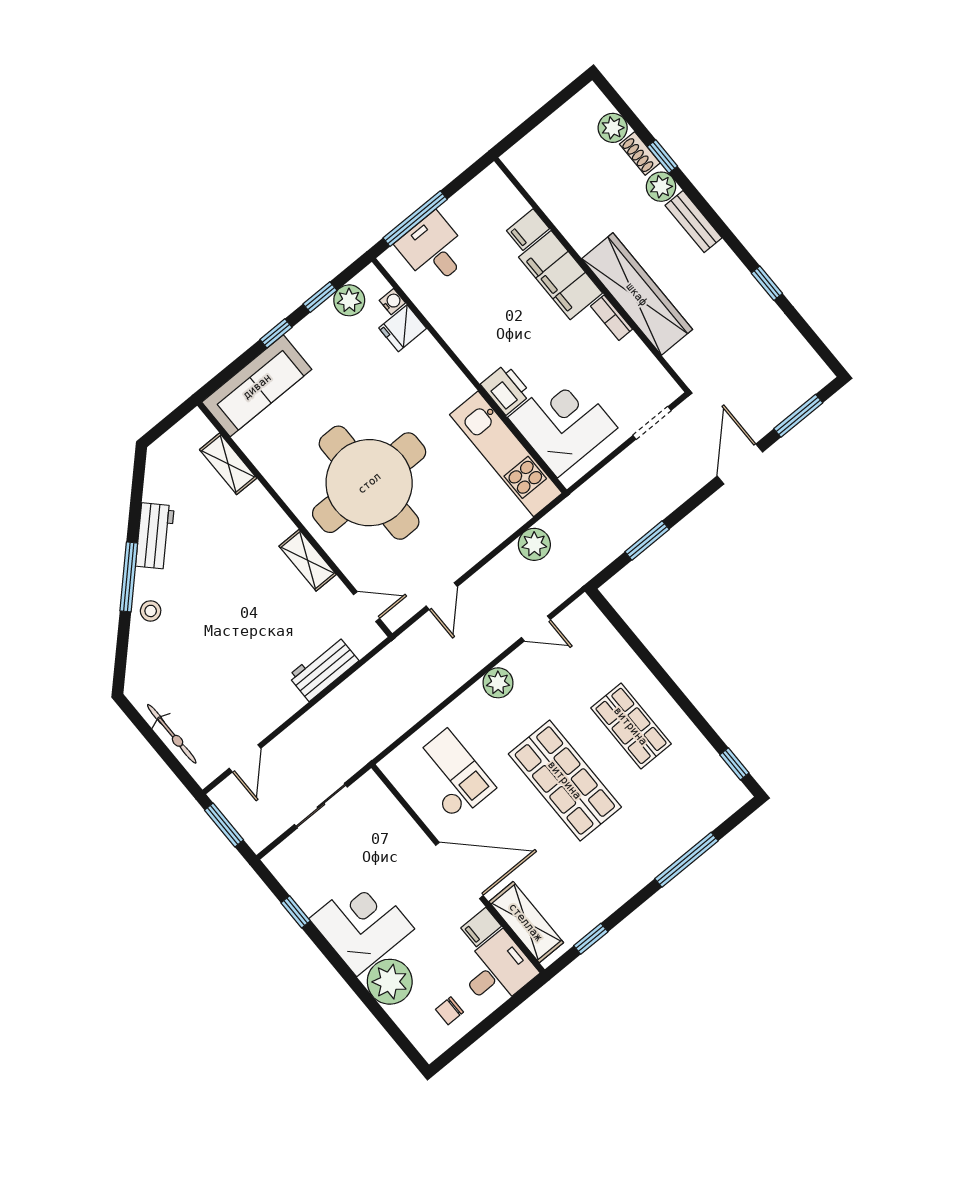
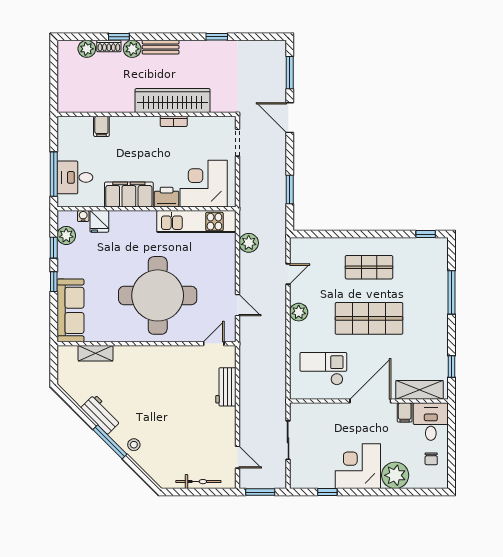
filing cabinet: (561, 275) -> (129, 195), moved, turned 180
shelving: (308, 560) -> (170, 353), removed

